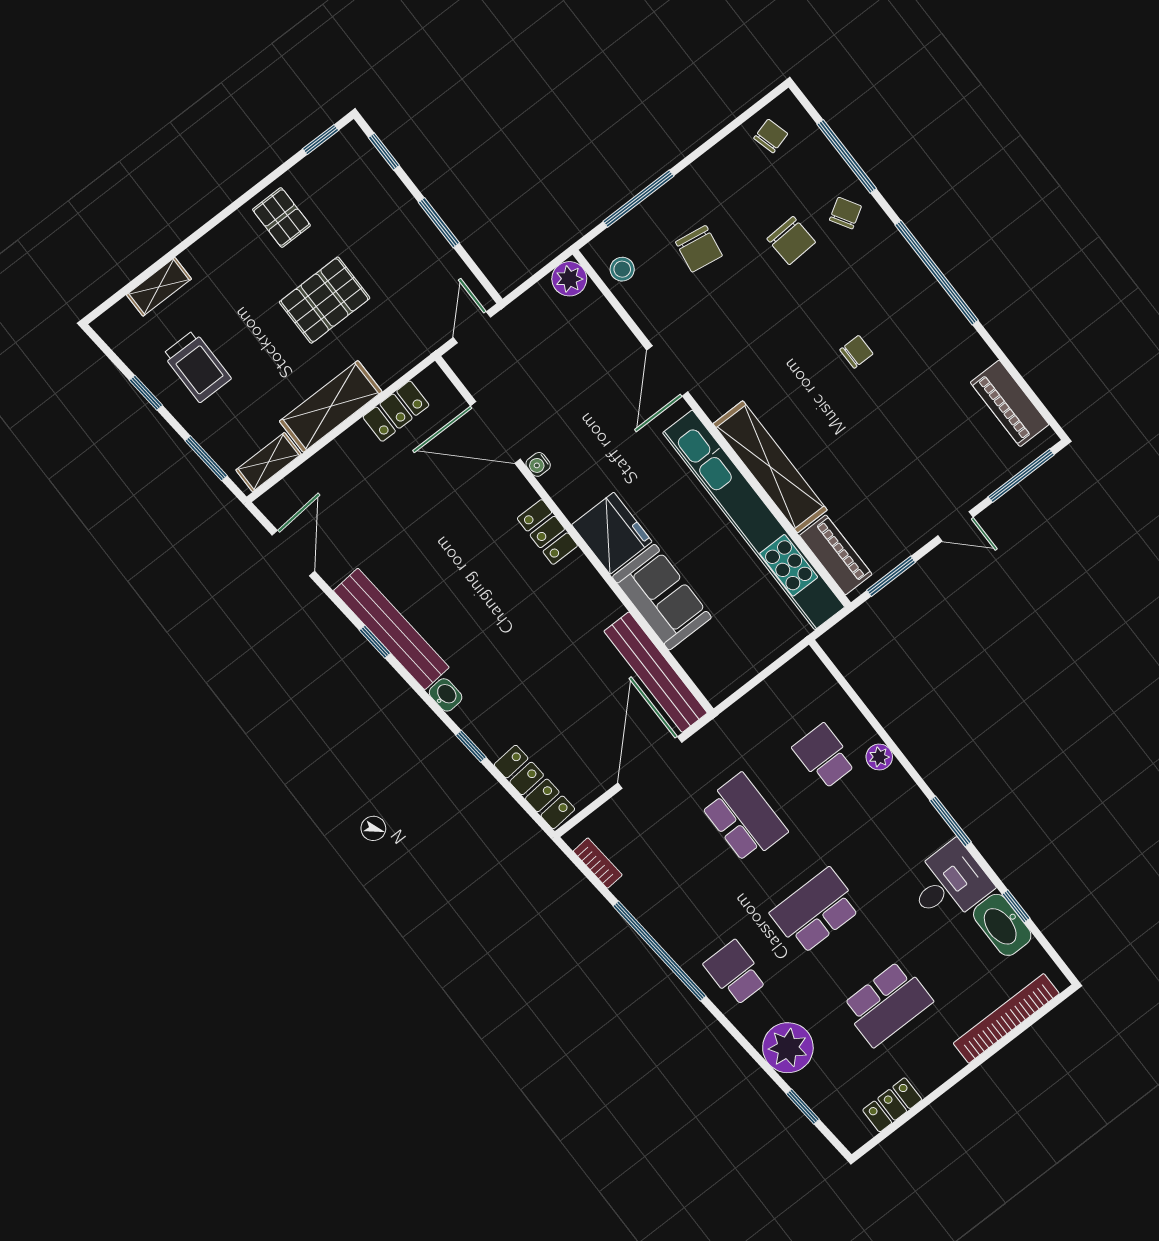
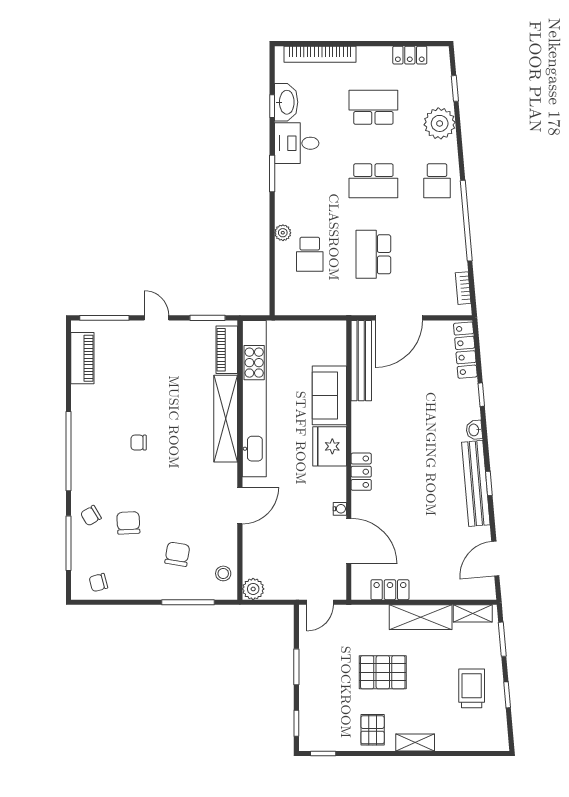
shelving: (159, 287) -> (415, 742), moved

